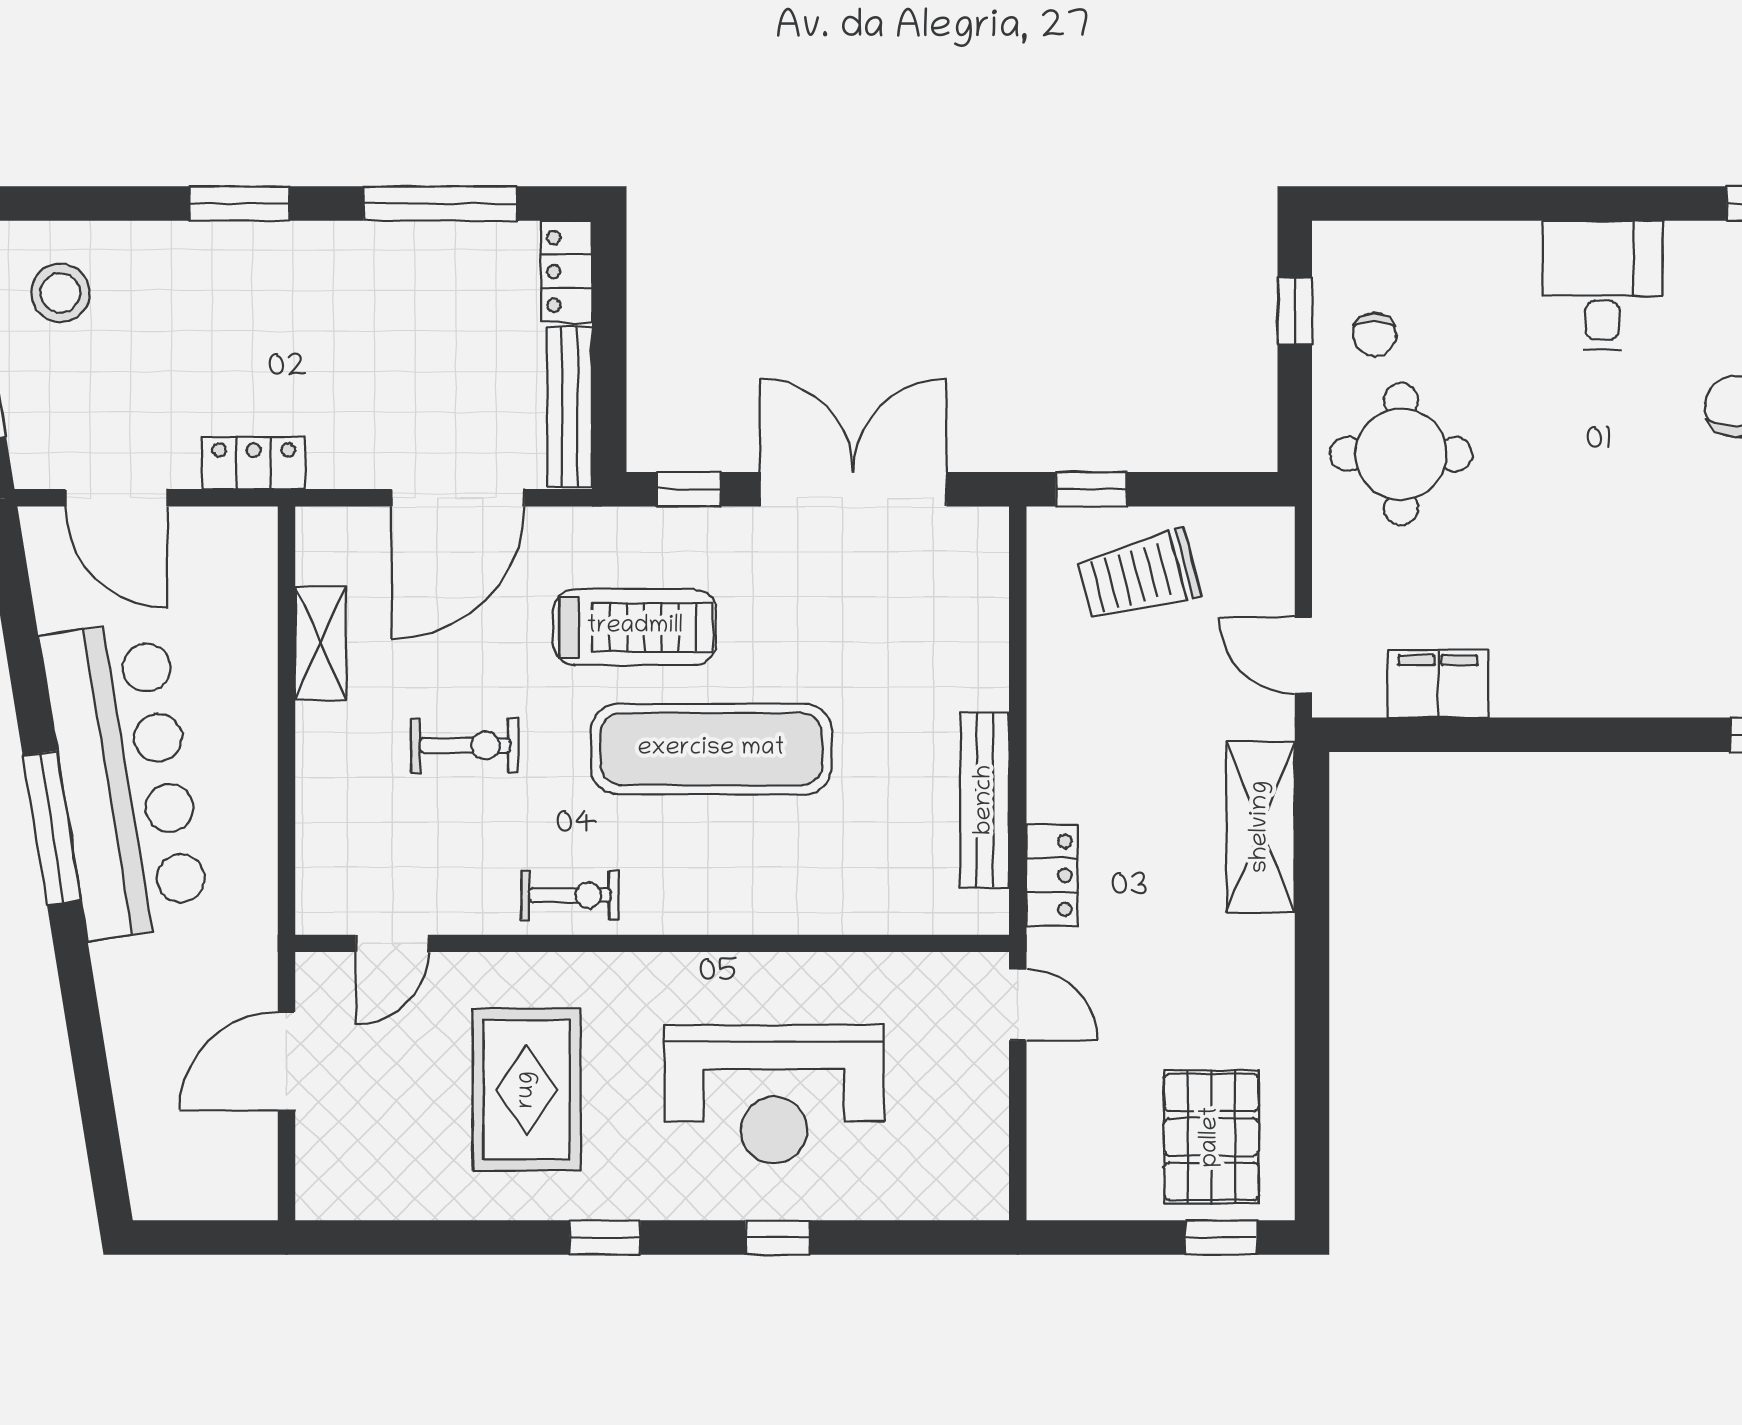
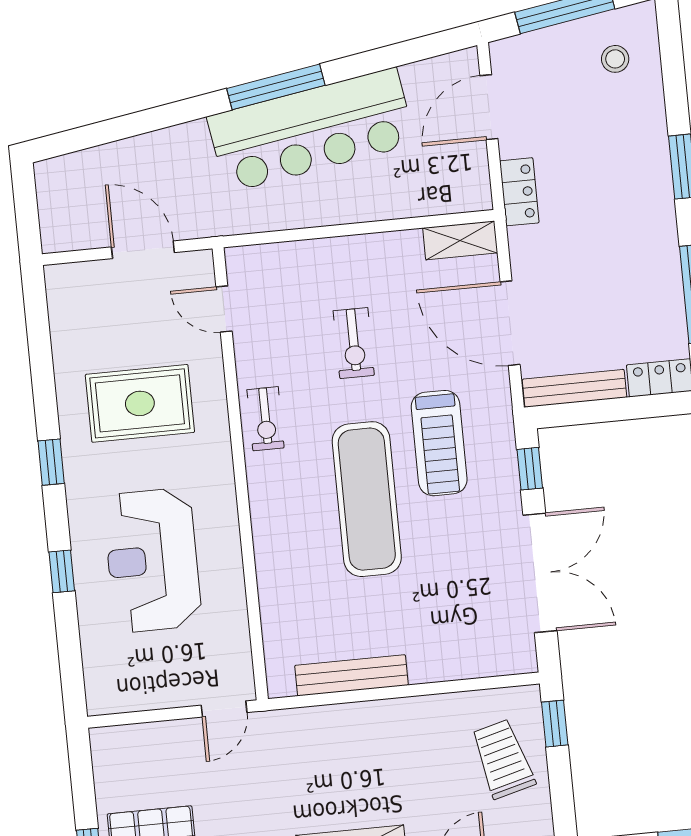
stool: (60, 293) -> (615, 59), width x0.73, depth x0.73
shelving: (321, 643) -> (460, 240), moved
locker: (1052, 875) -> (308, 723), removed

